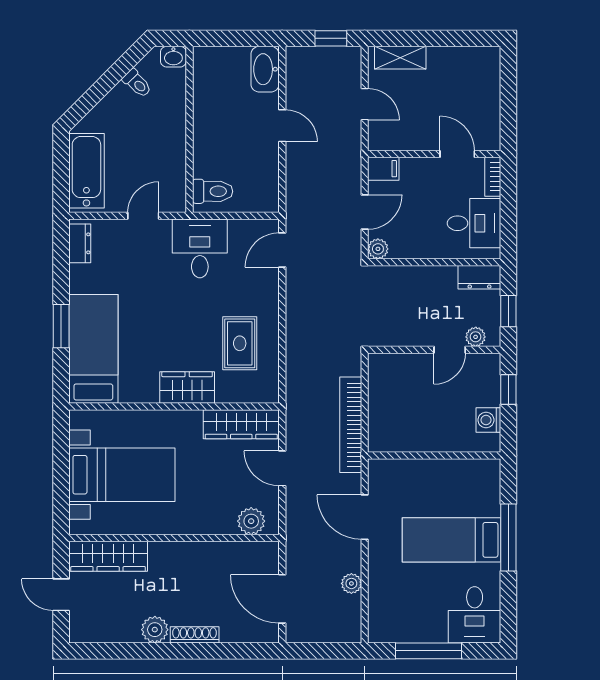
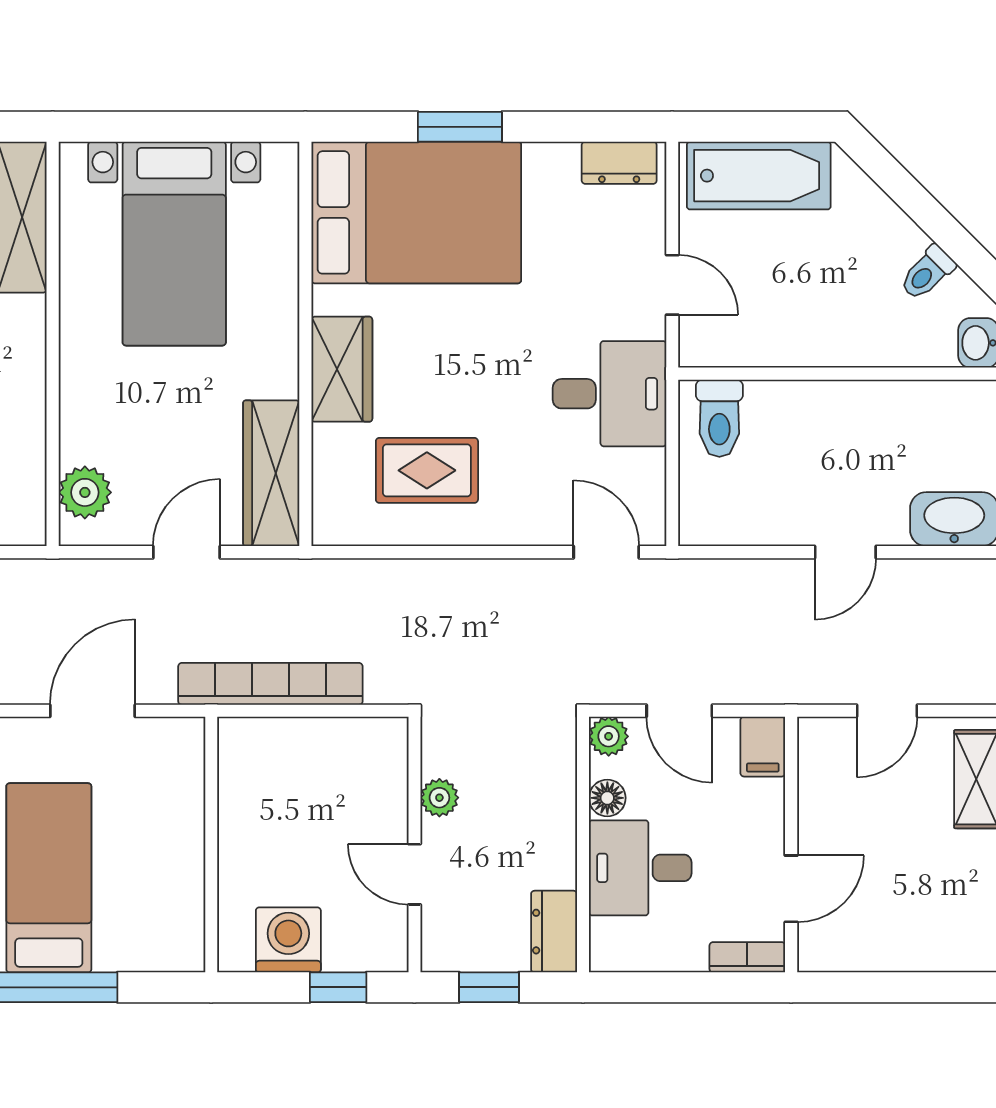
desk: (474, 223) -> (640, 868), moved, turned 90
floor lamp: (410, 250) -> (607, 798), added
plant: (476, 337) -> (439, 798), moved
bed: (93, 349) -> (416, 212), width x1.50
washing machine: (488, 420) -> (288, 940), width x1.38, depth x1.38

